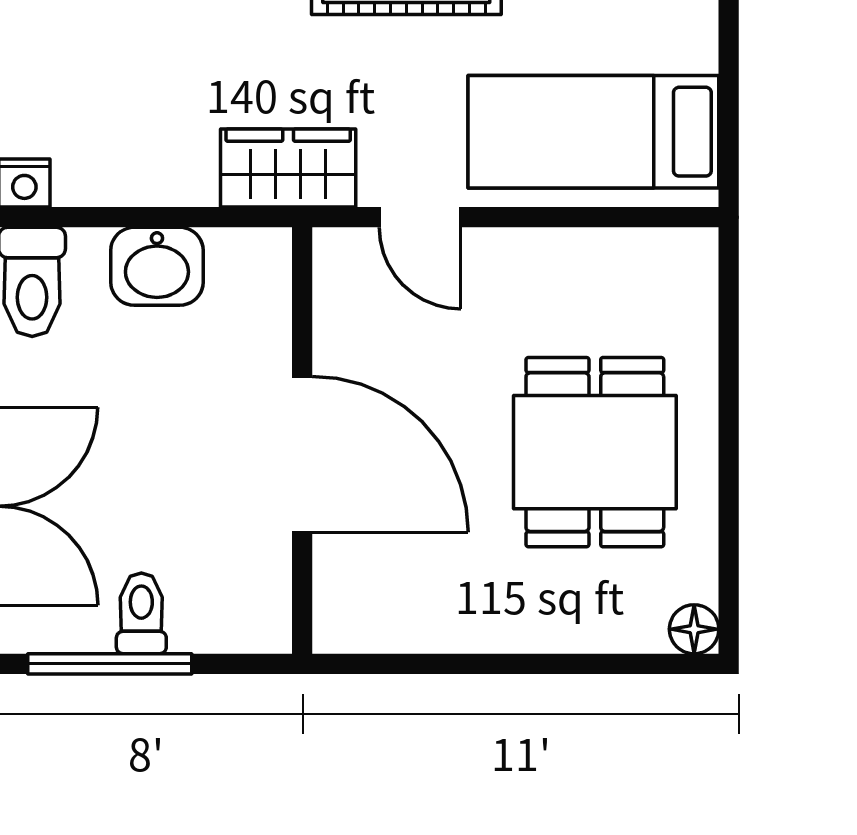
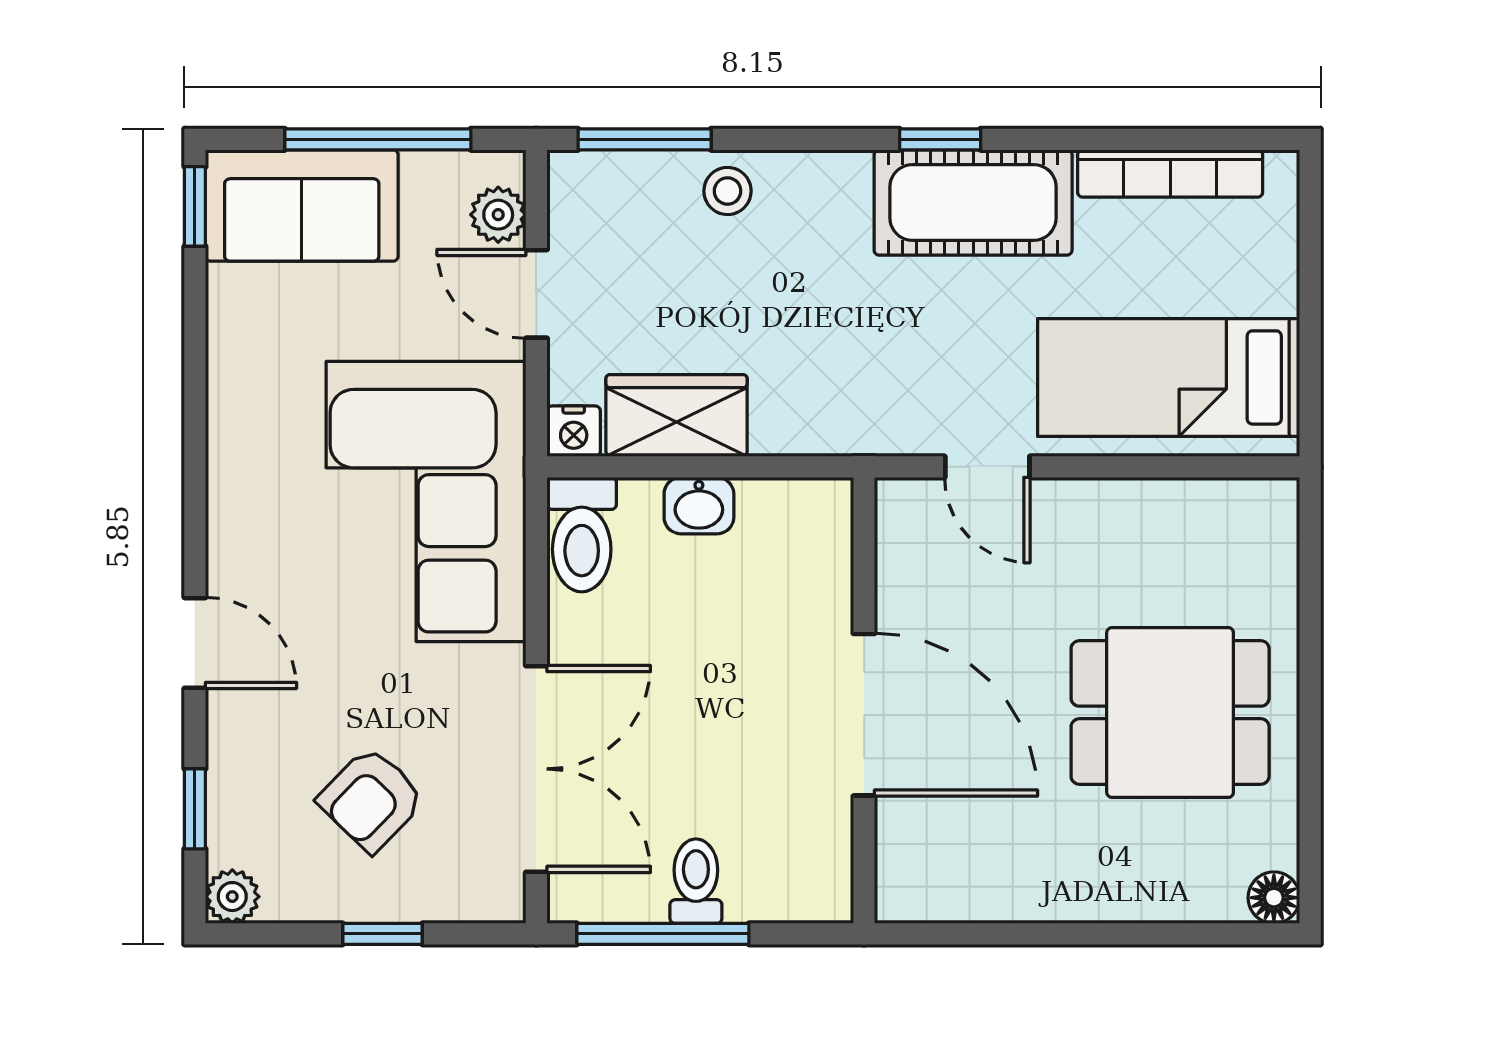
wardrobe: (288, 168) -> (677, 416), moved
washbasin: (157, 266) -> (699, 506), width x0.72, depth x0.69
dining table: (595, 452) -> (1170, 712), turned 90

